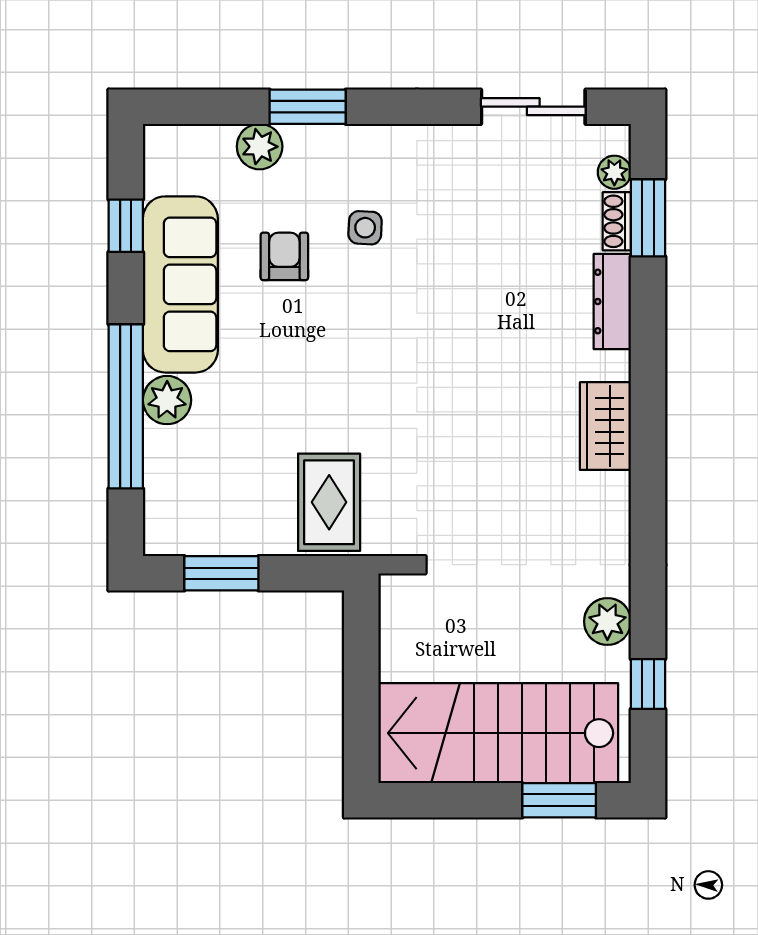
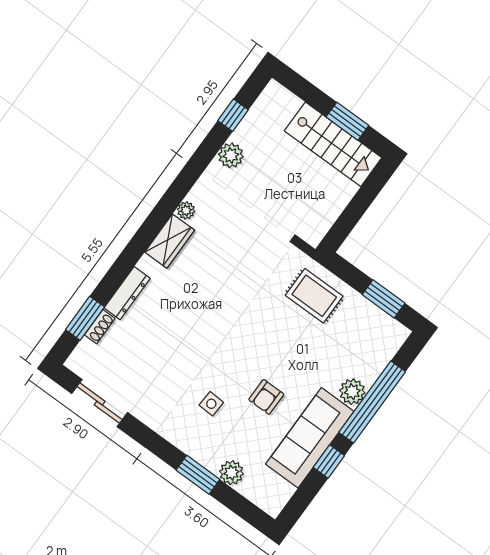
plant: (614, 172) -> (186, 210), moved
window: (126, 226) -> (329, 461), moved
armchair: (284, 256) -> (266, 397), moved
rug: (329, 502) -> (314, 296), turned 90
stairs: (498, 733) -> (333, 144), width x0.73, depth x0.66
window: (559, 800) -> (347, 121), moved

